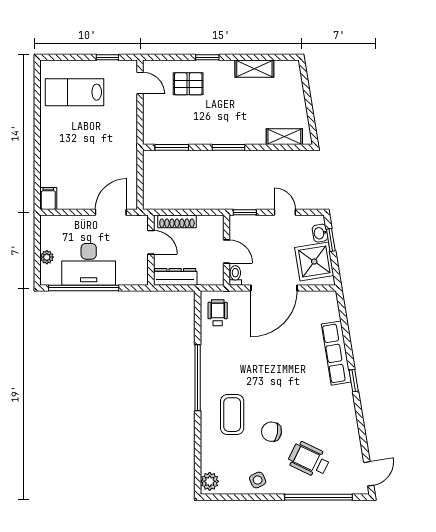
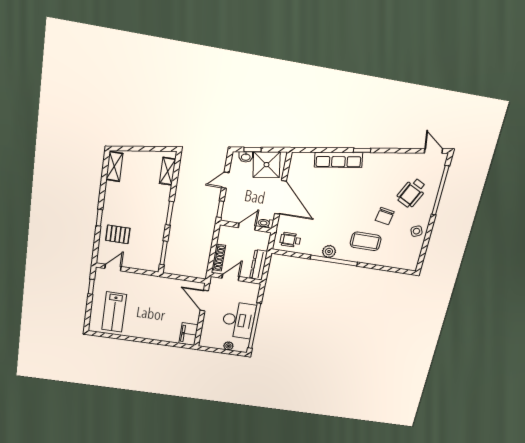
shelving: (254, 69) -> (114, 166), moved
pallet: (188, 84) -> (118, 234), turned 90
filing cabinet: (48, 199) -> (188, 334), width x2.00
plant: (210, 481) -> (329, 251), moved

